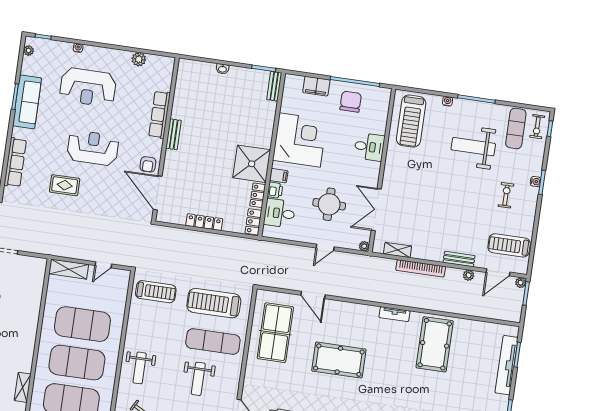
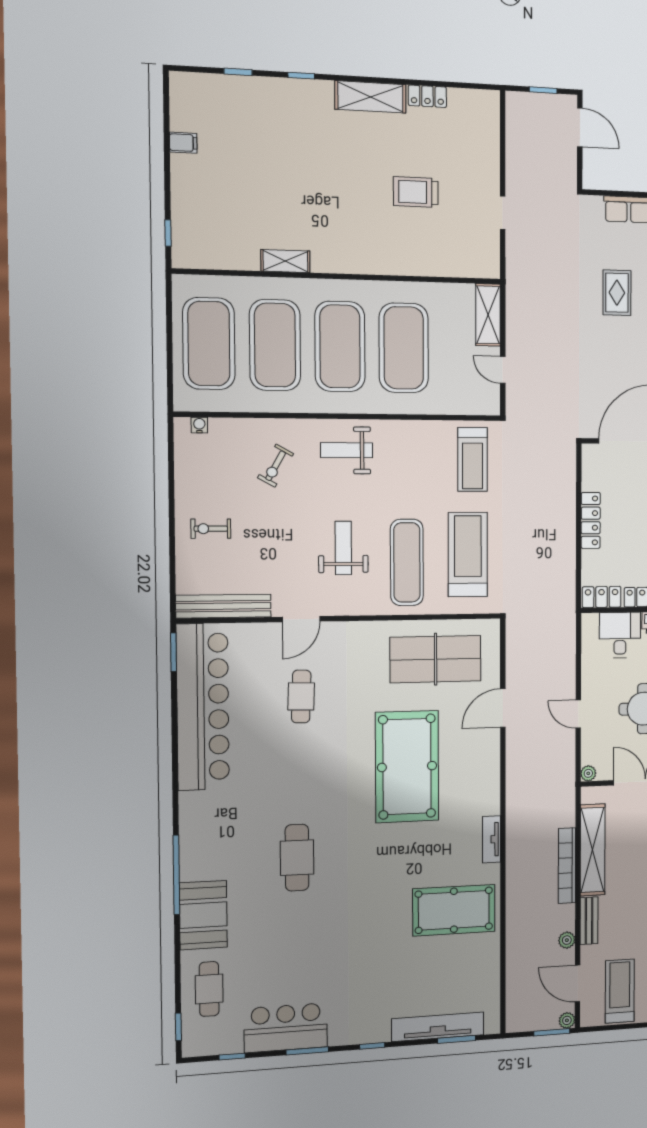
shelving: (397, 250) -> (593, 850), width x2.20, depth x1.33
pool table: (339, 360) -> (407, 767), width x1.36, depth x1.32
weight bench: (198, 379) -> (343, 548), turned 90

